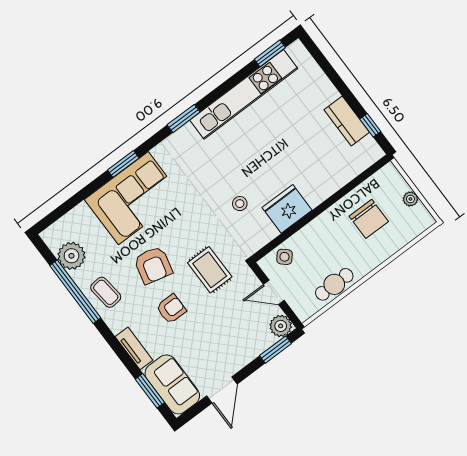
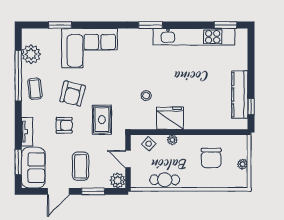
kitchen counter: (347, 121) -> (240, 95), width x1.50
window: (123, 164) -> (60, 25), moved
plant: (308, 232) -> (172, 140), added
coffee table: (226, 342) -> (81, 166), added
window: (276, 350) -> (93, 191), moved

